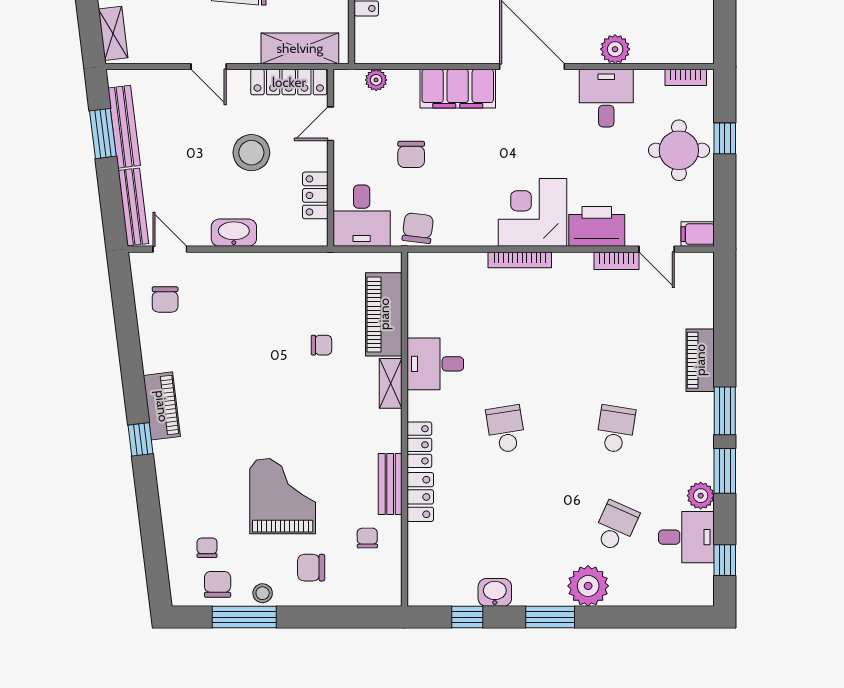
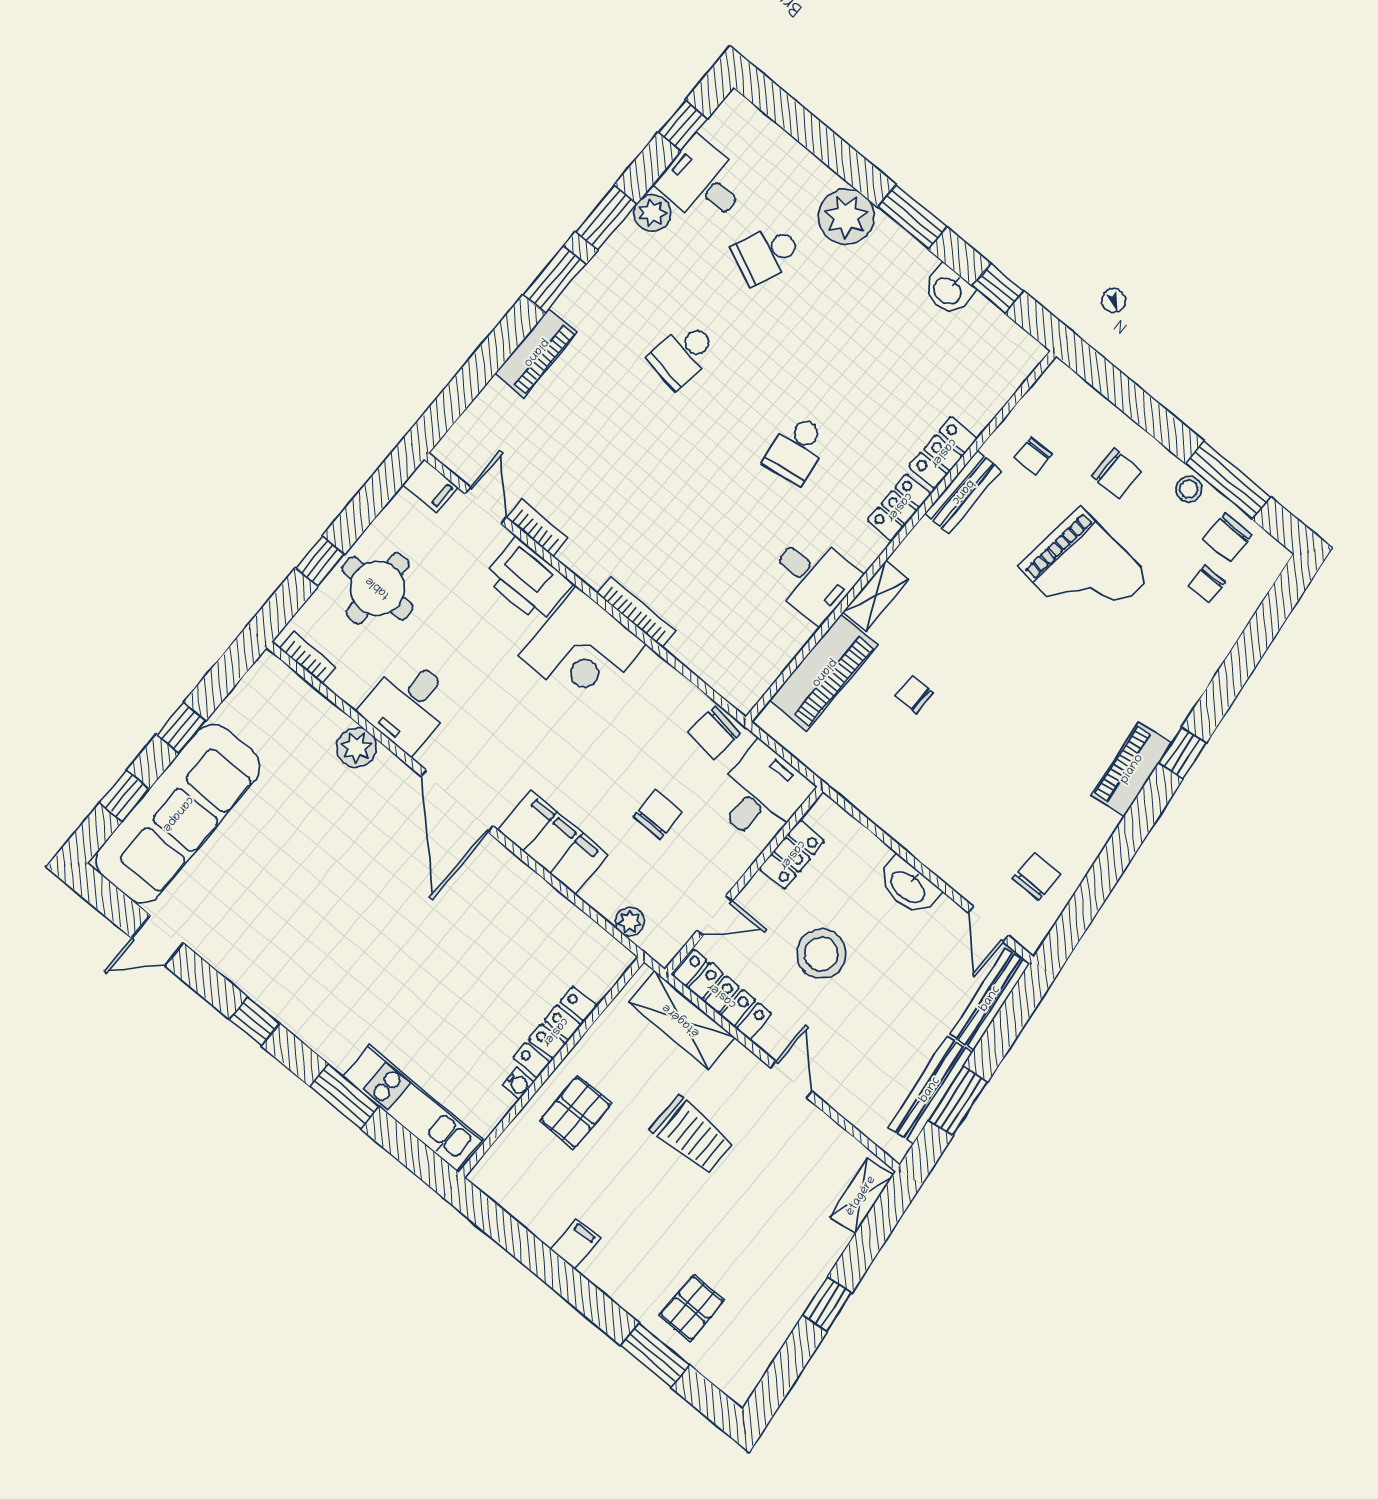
grand piano: (283, 496) -> (1084, 572), turned -84

